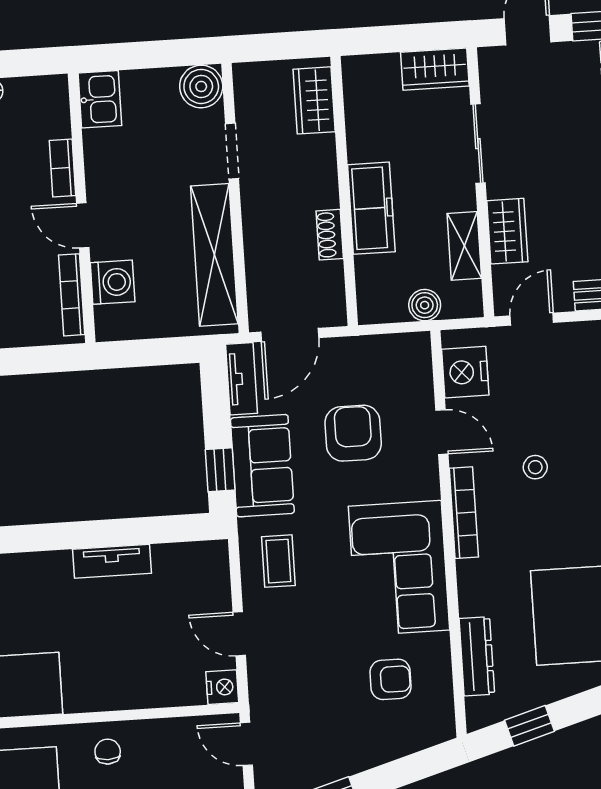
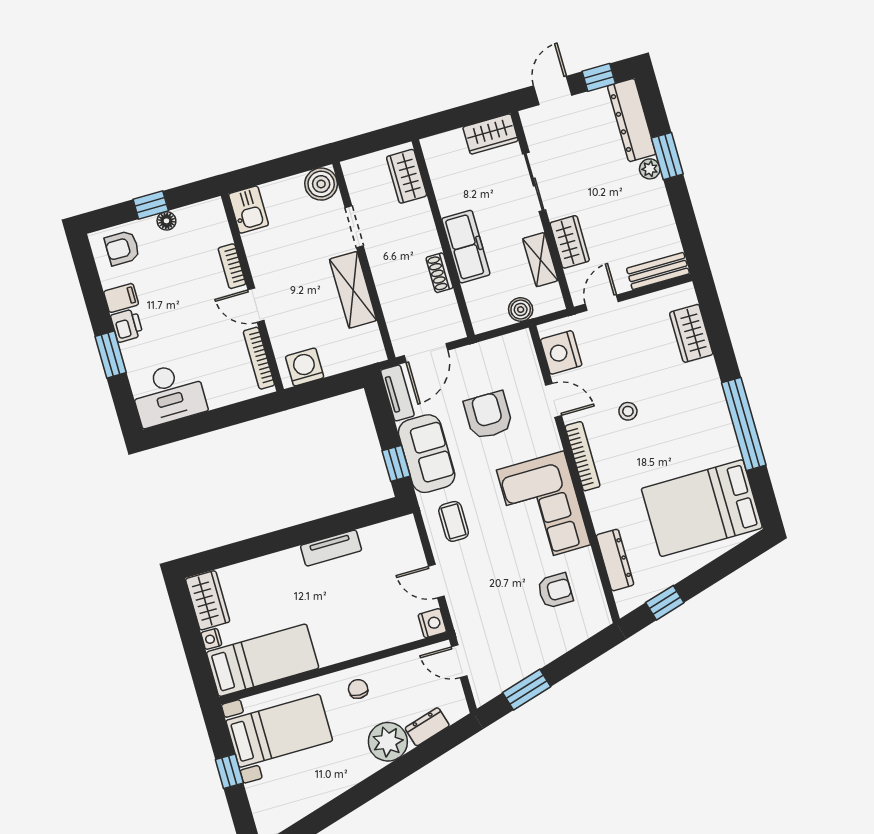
shelving: (214, 255) -> (353, 290), width x0.68
washing machine: (113, 282) -> (305, 367), moved, turned -90

